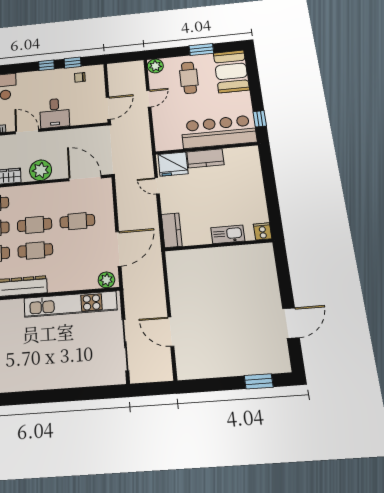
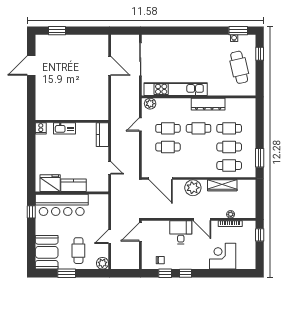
fridge: (173, 164) -> (50, 183), moved
cafe table: (35, 225) -> (168, 128), moved
door: (118, 249) -> (140, 125), width x0.53

